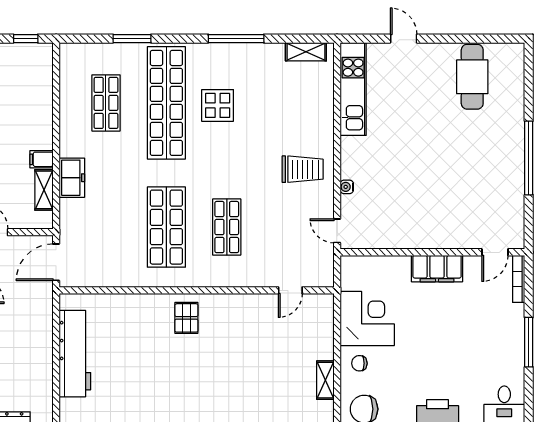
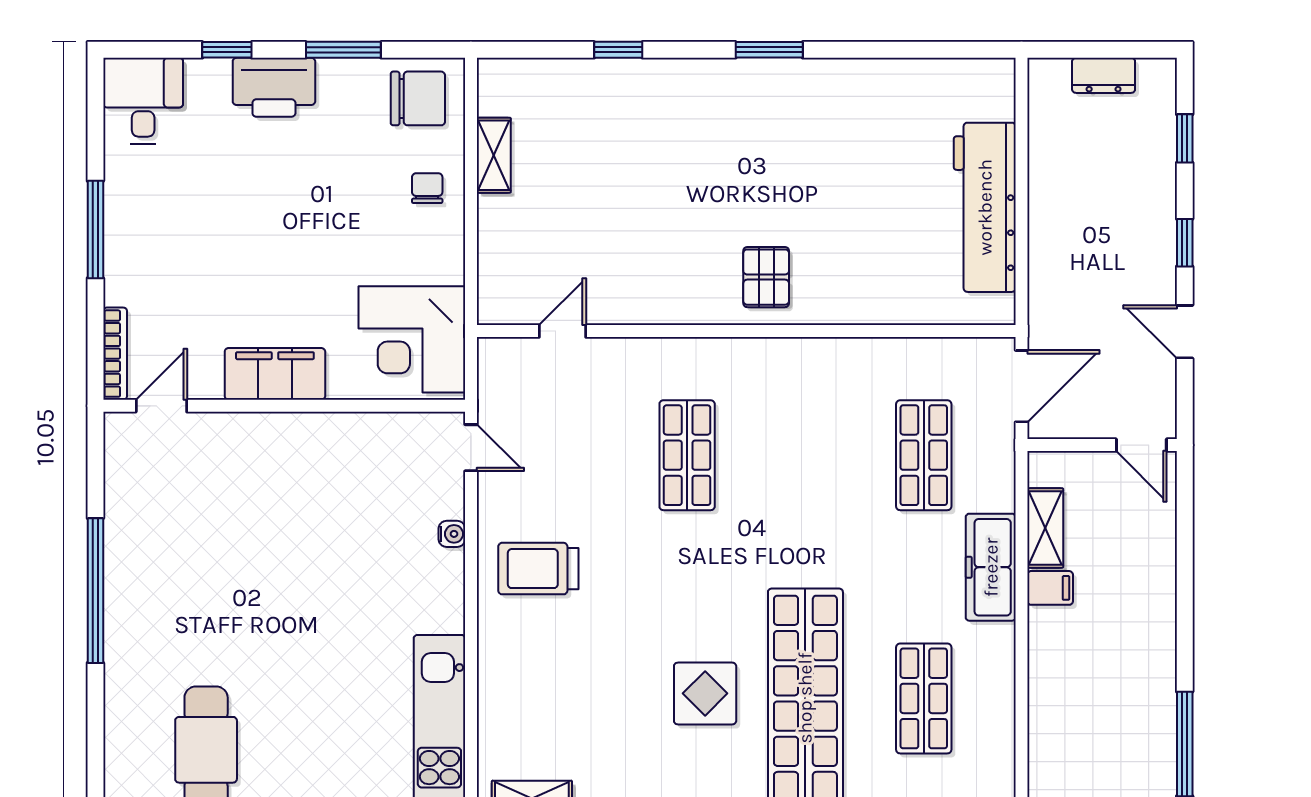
freezer: (72, 178) -> (991, 567), width x1.40
shop shelf: (166, 227) -> (924, 455), moved, width x0.70, depth x0.74
corner desk: (367, 318) -> (412, 339), moved
chair: (359, 363) -> (427, 188), turned -90

